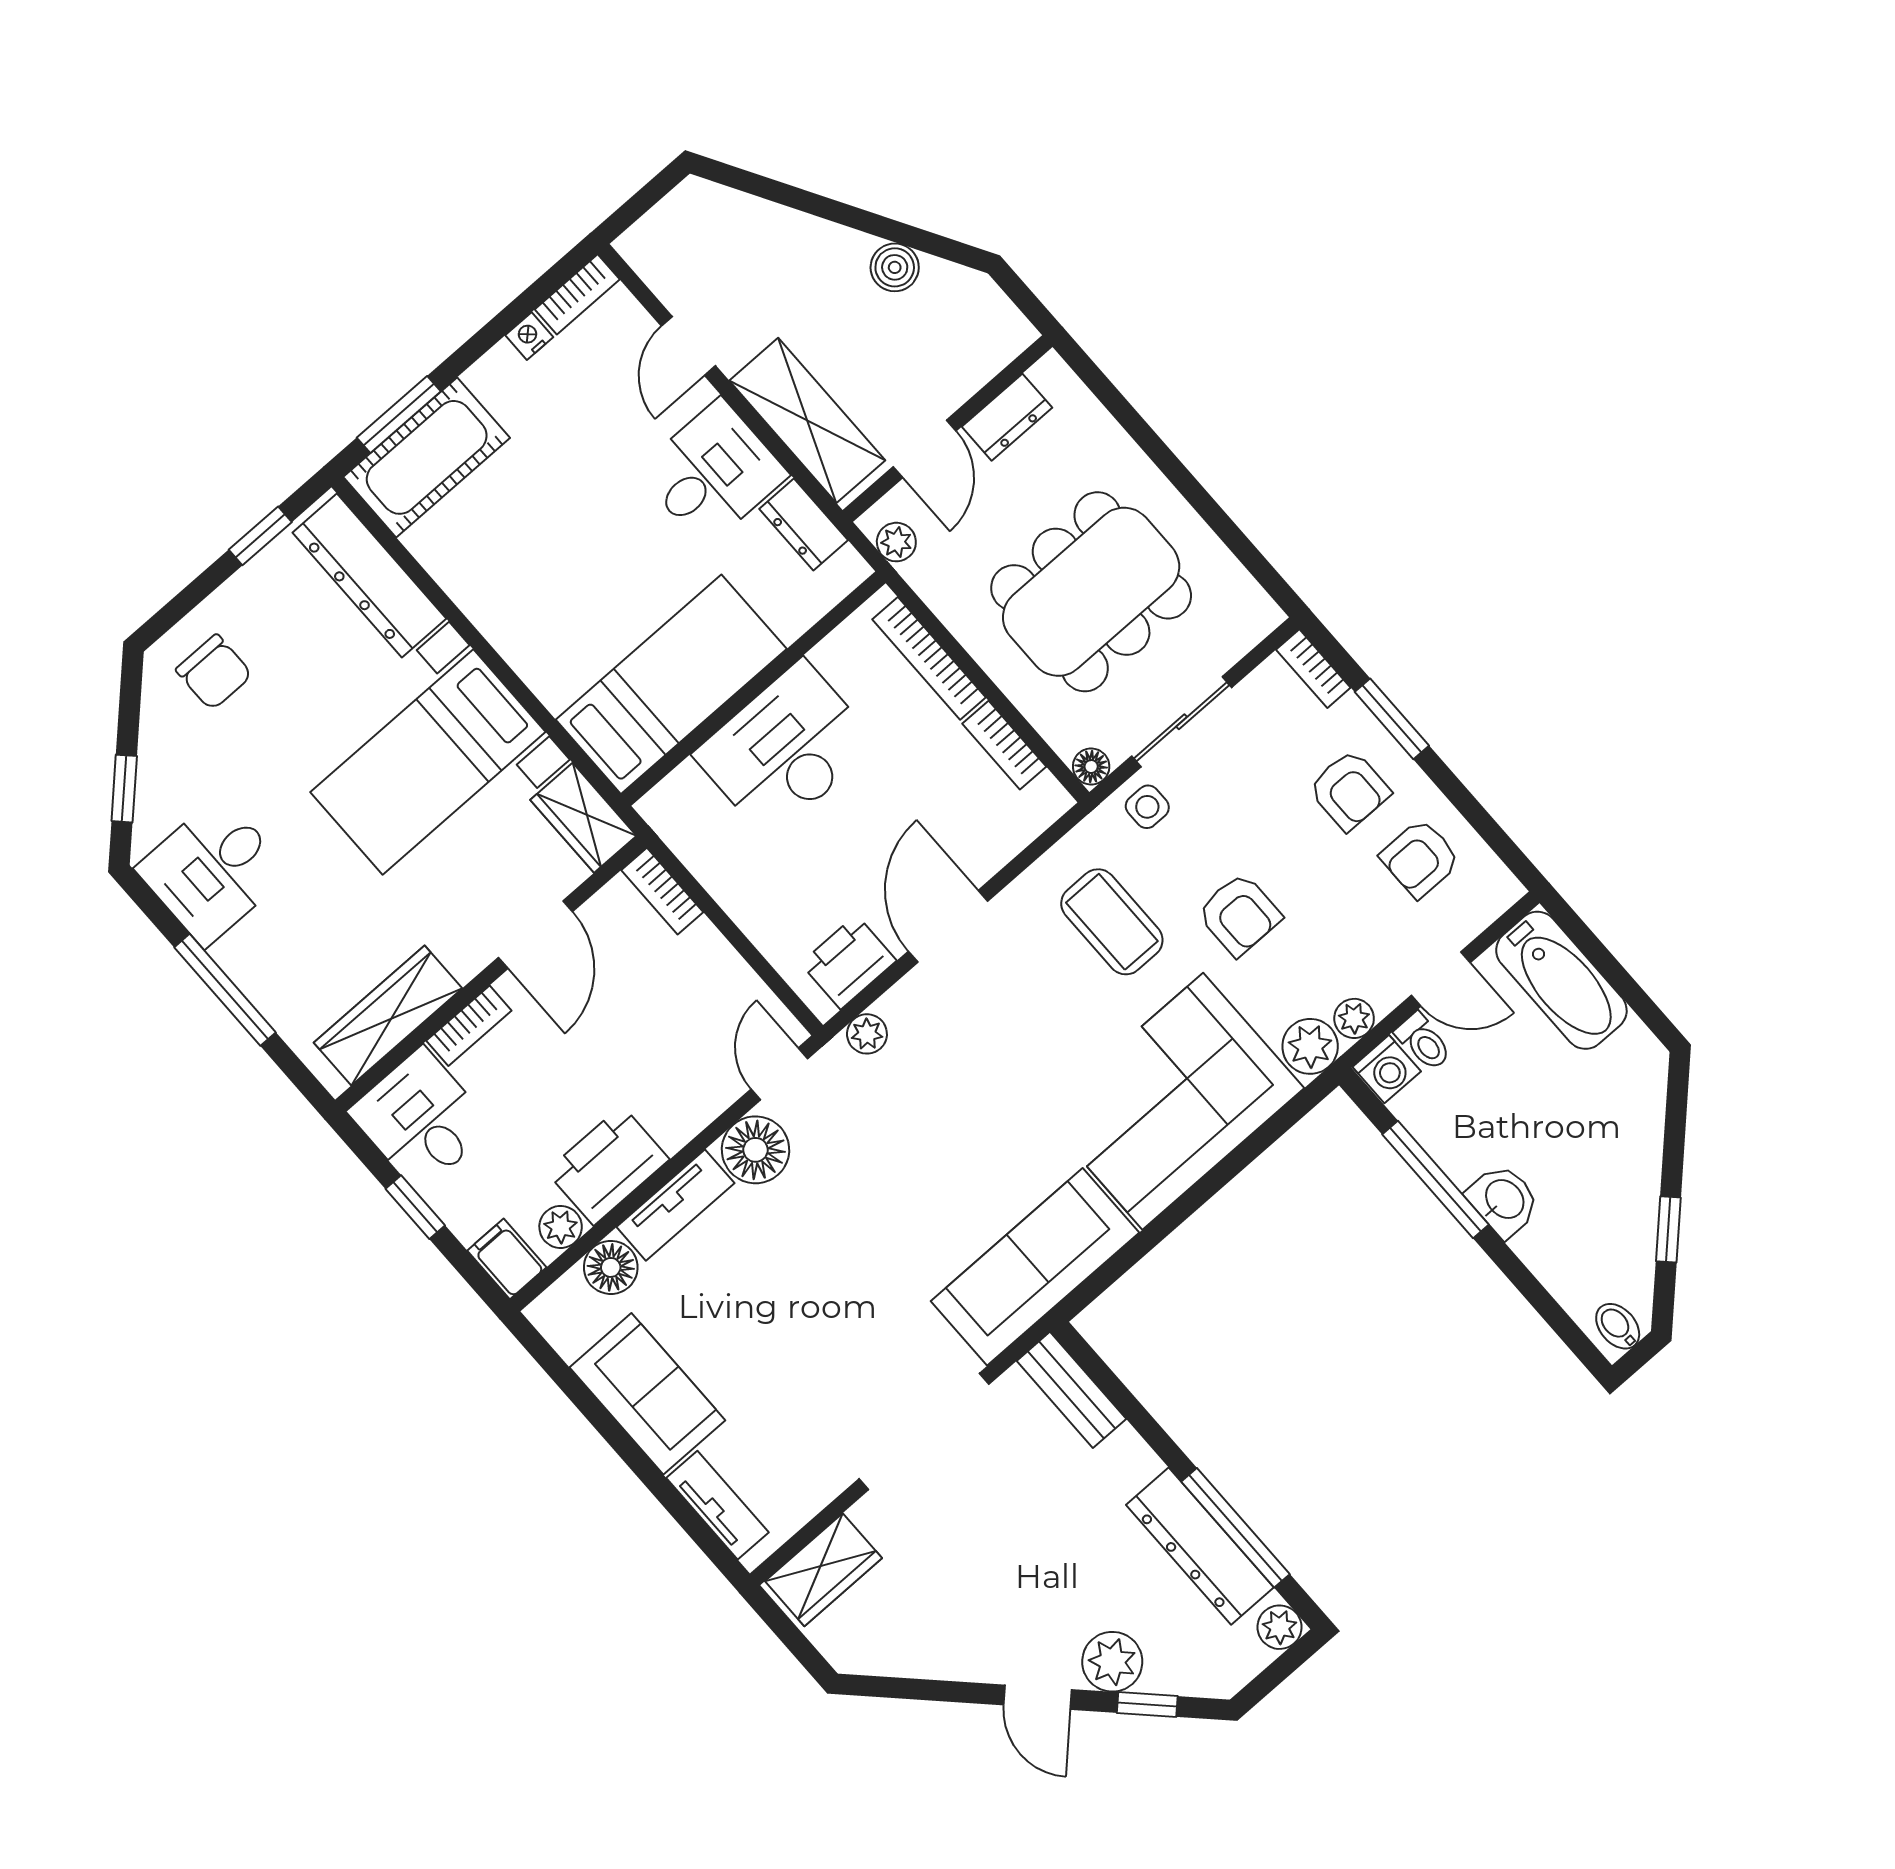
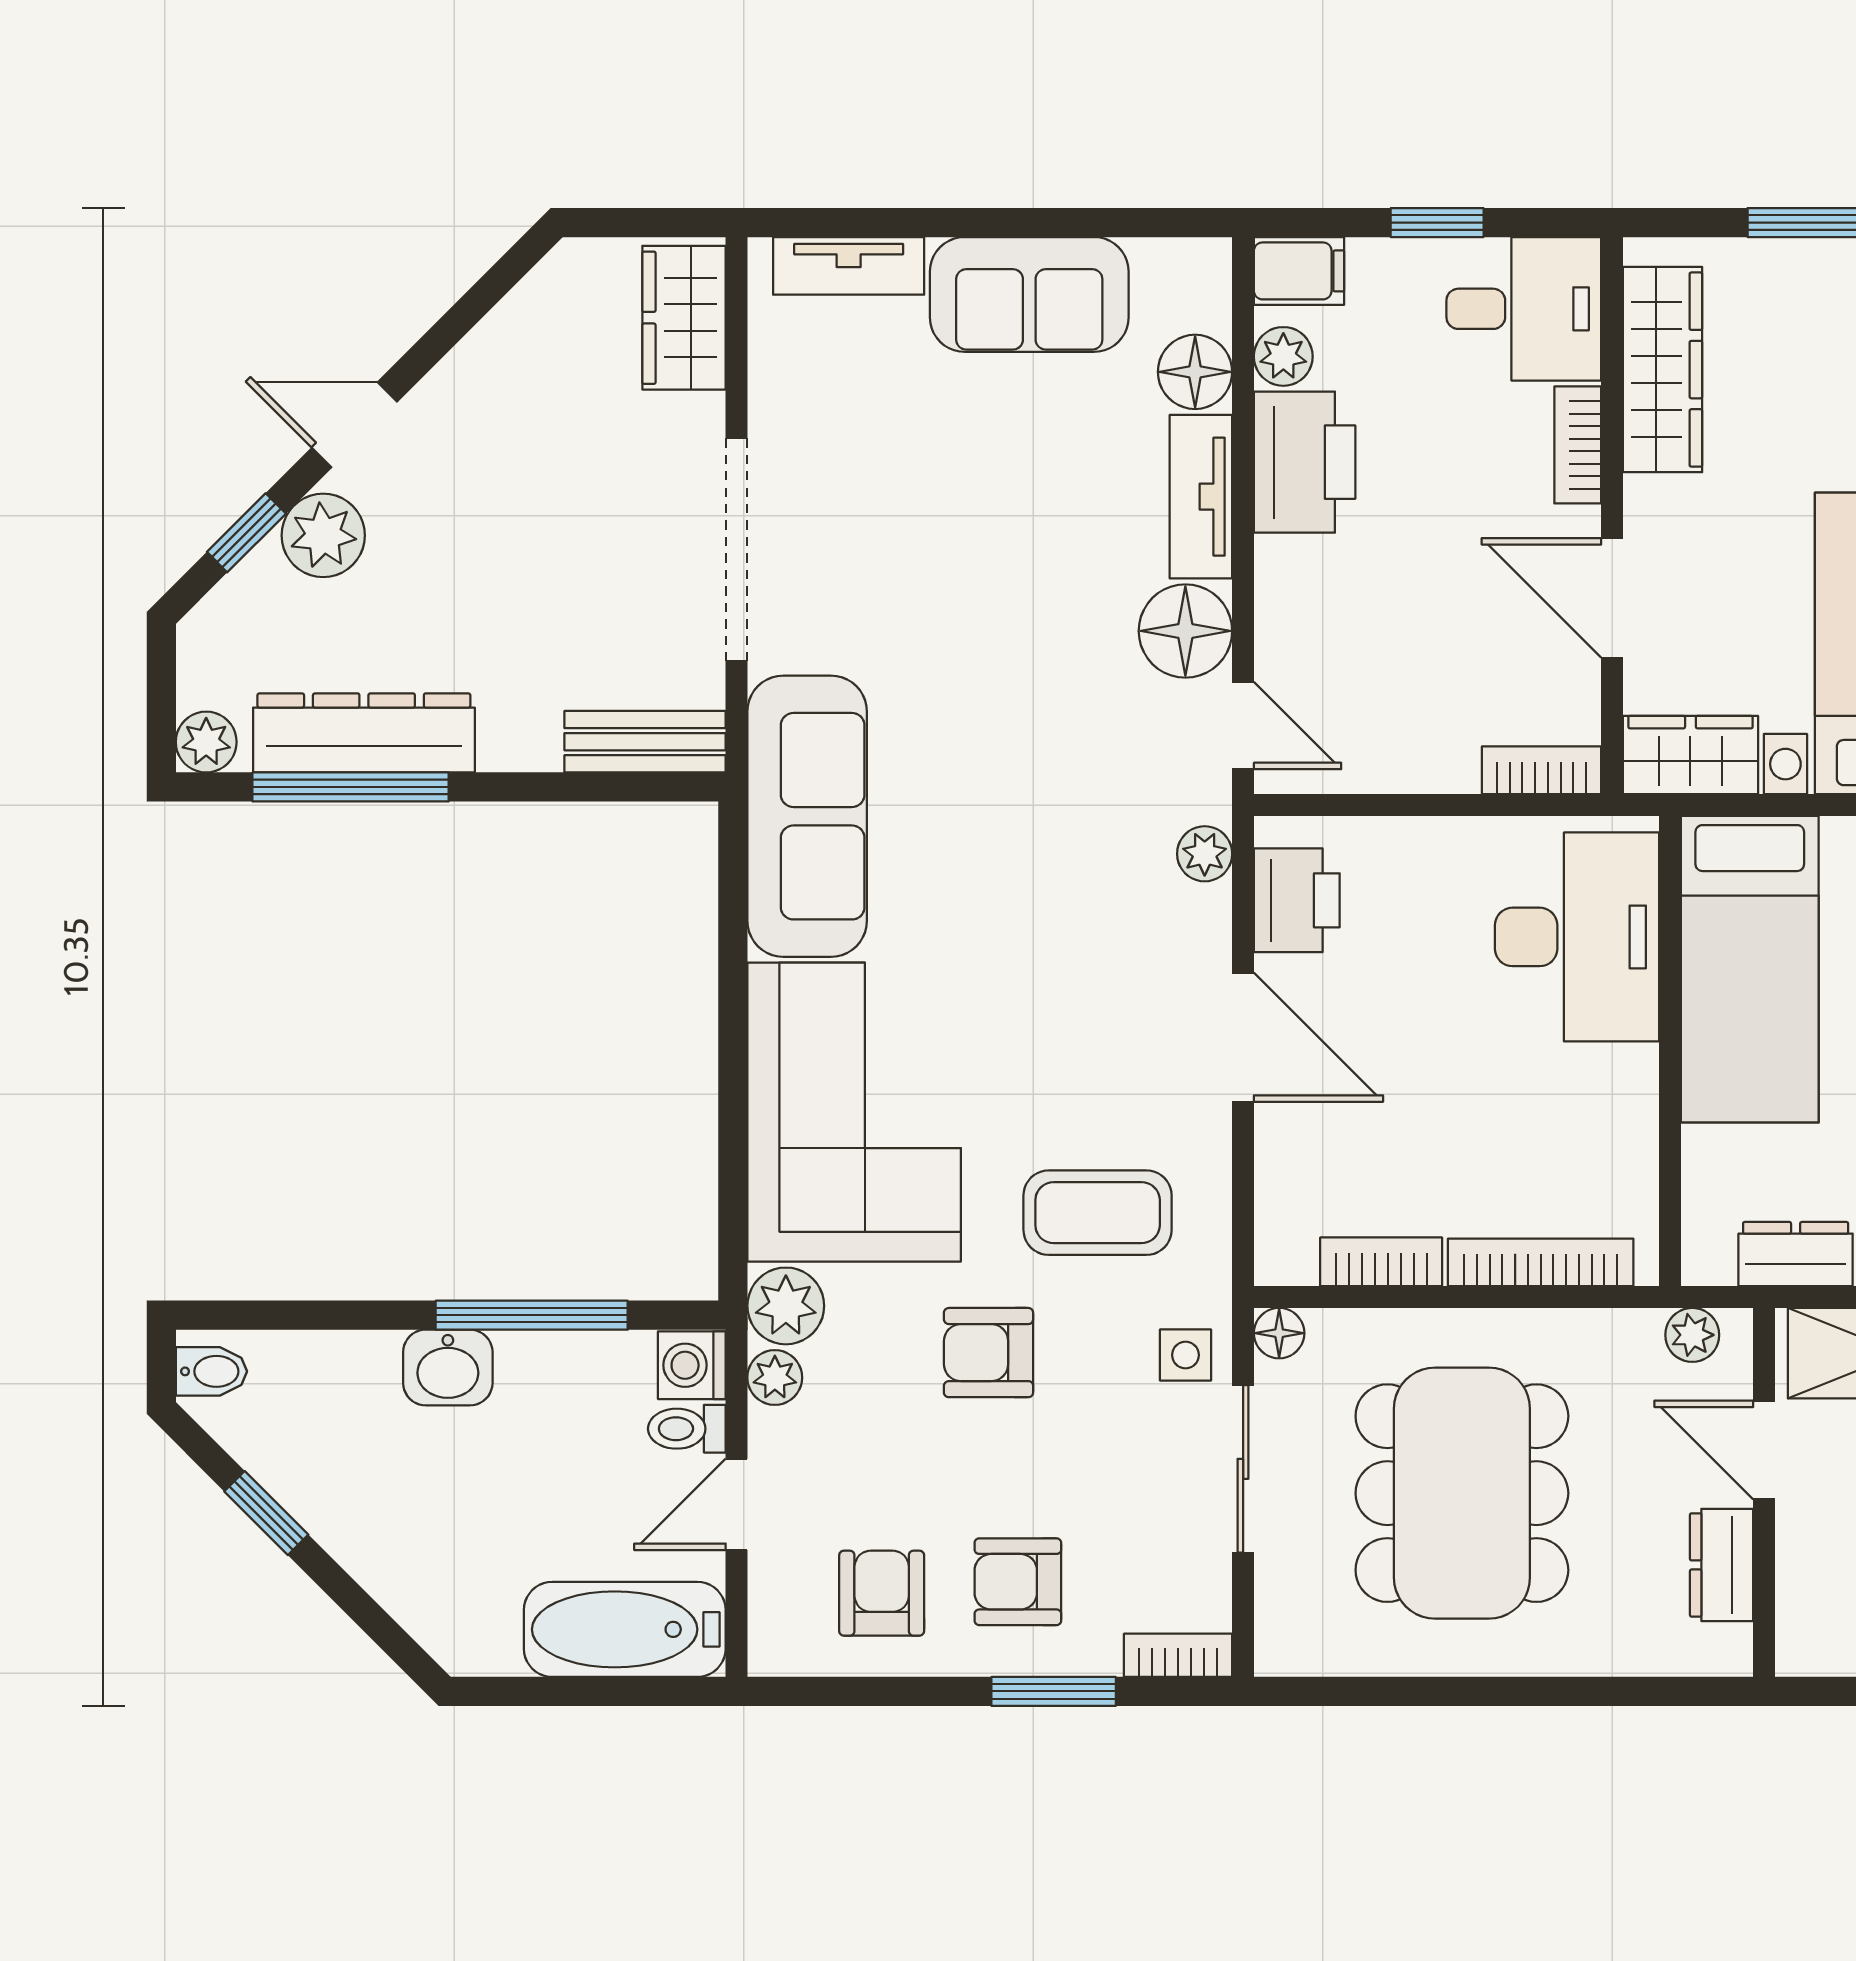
desk: (786, 749) -> (1577, 937), moved

